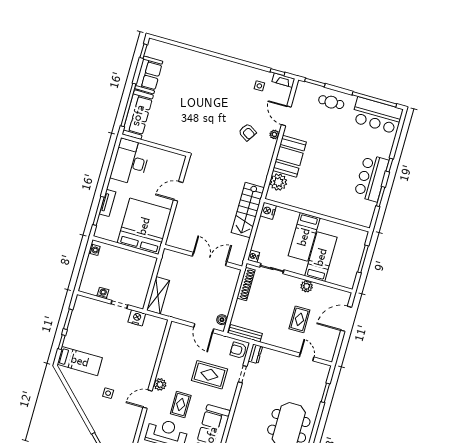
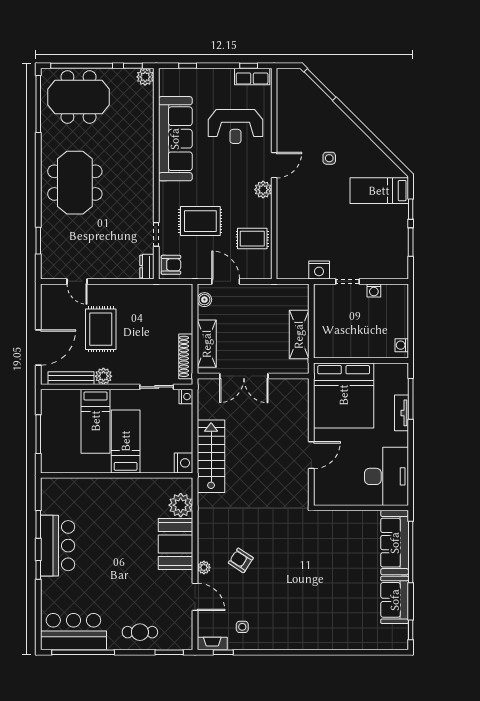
shelving: (229, 289) -> (207, 344), added
shelving: (158, 295) -> (299, 335), moved
rug: (299, 319) -> (101, 329), width x1.36, depth x1.43
bench: (245, 333) -> (71, 378), moved
rug: (181, 405) -> (252, 239), moved, turned 90

